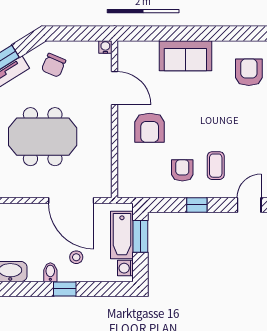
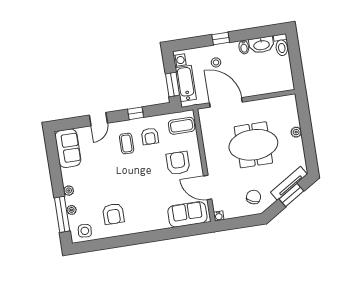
sofa: (185, 56) -> (187, 214), moved
coffee table: (137, 178) -> (182, 126), added
bidet: (50, 272) -> (244, 47), moved

